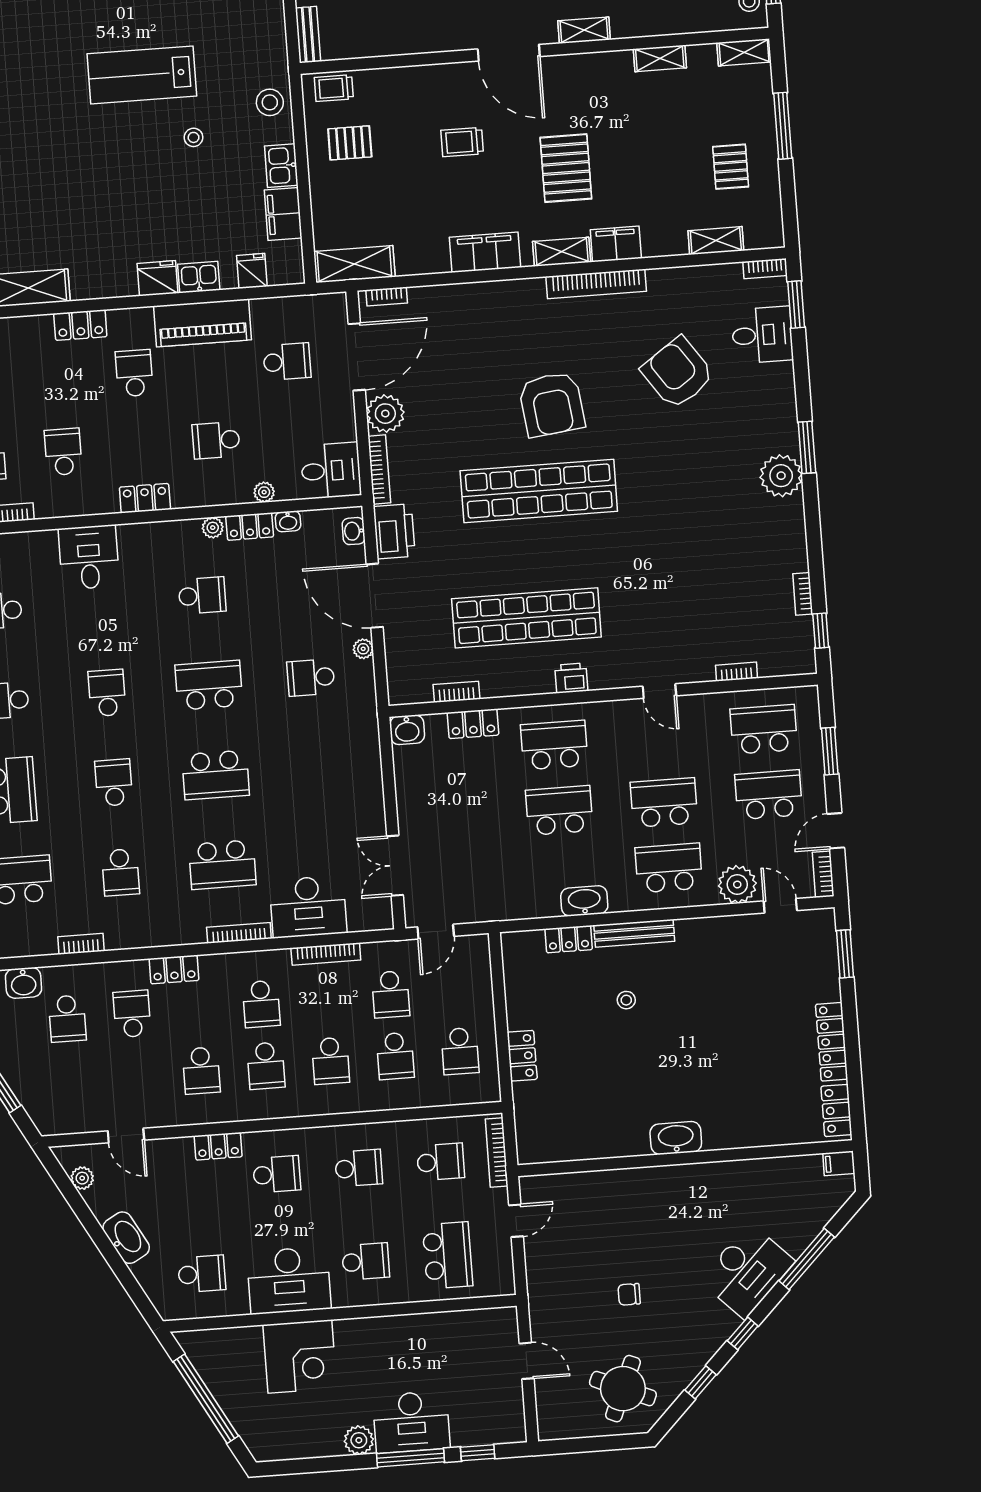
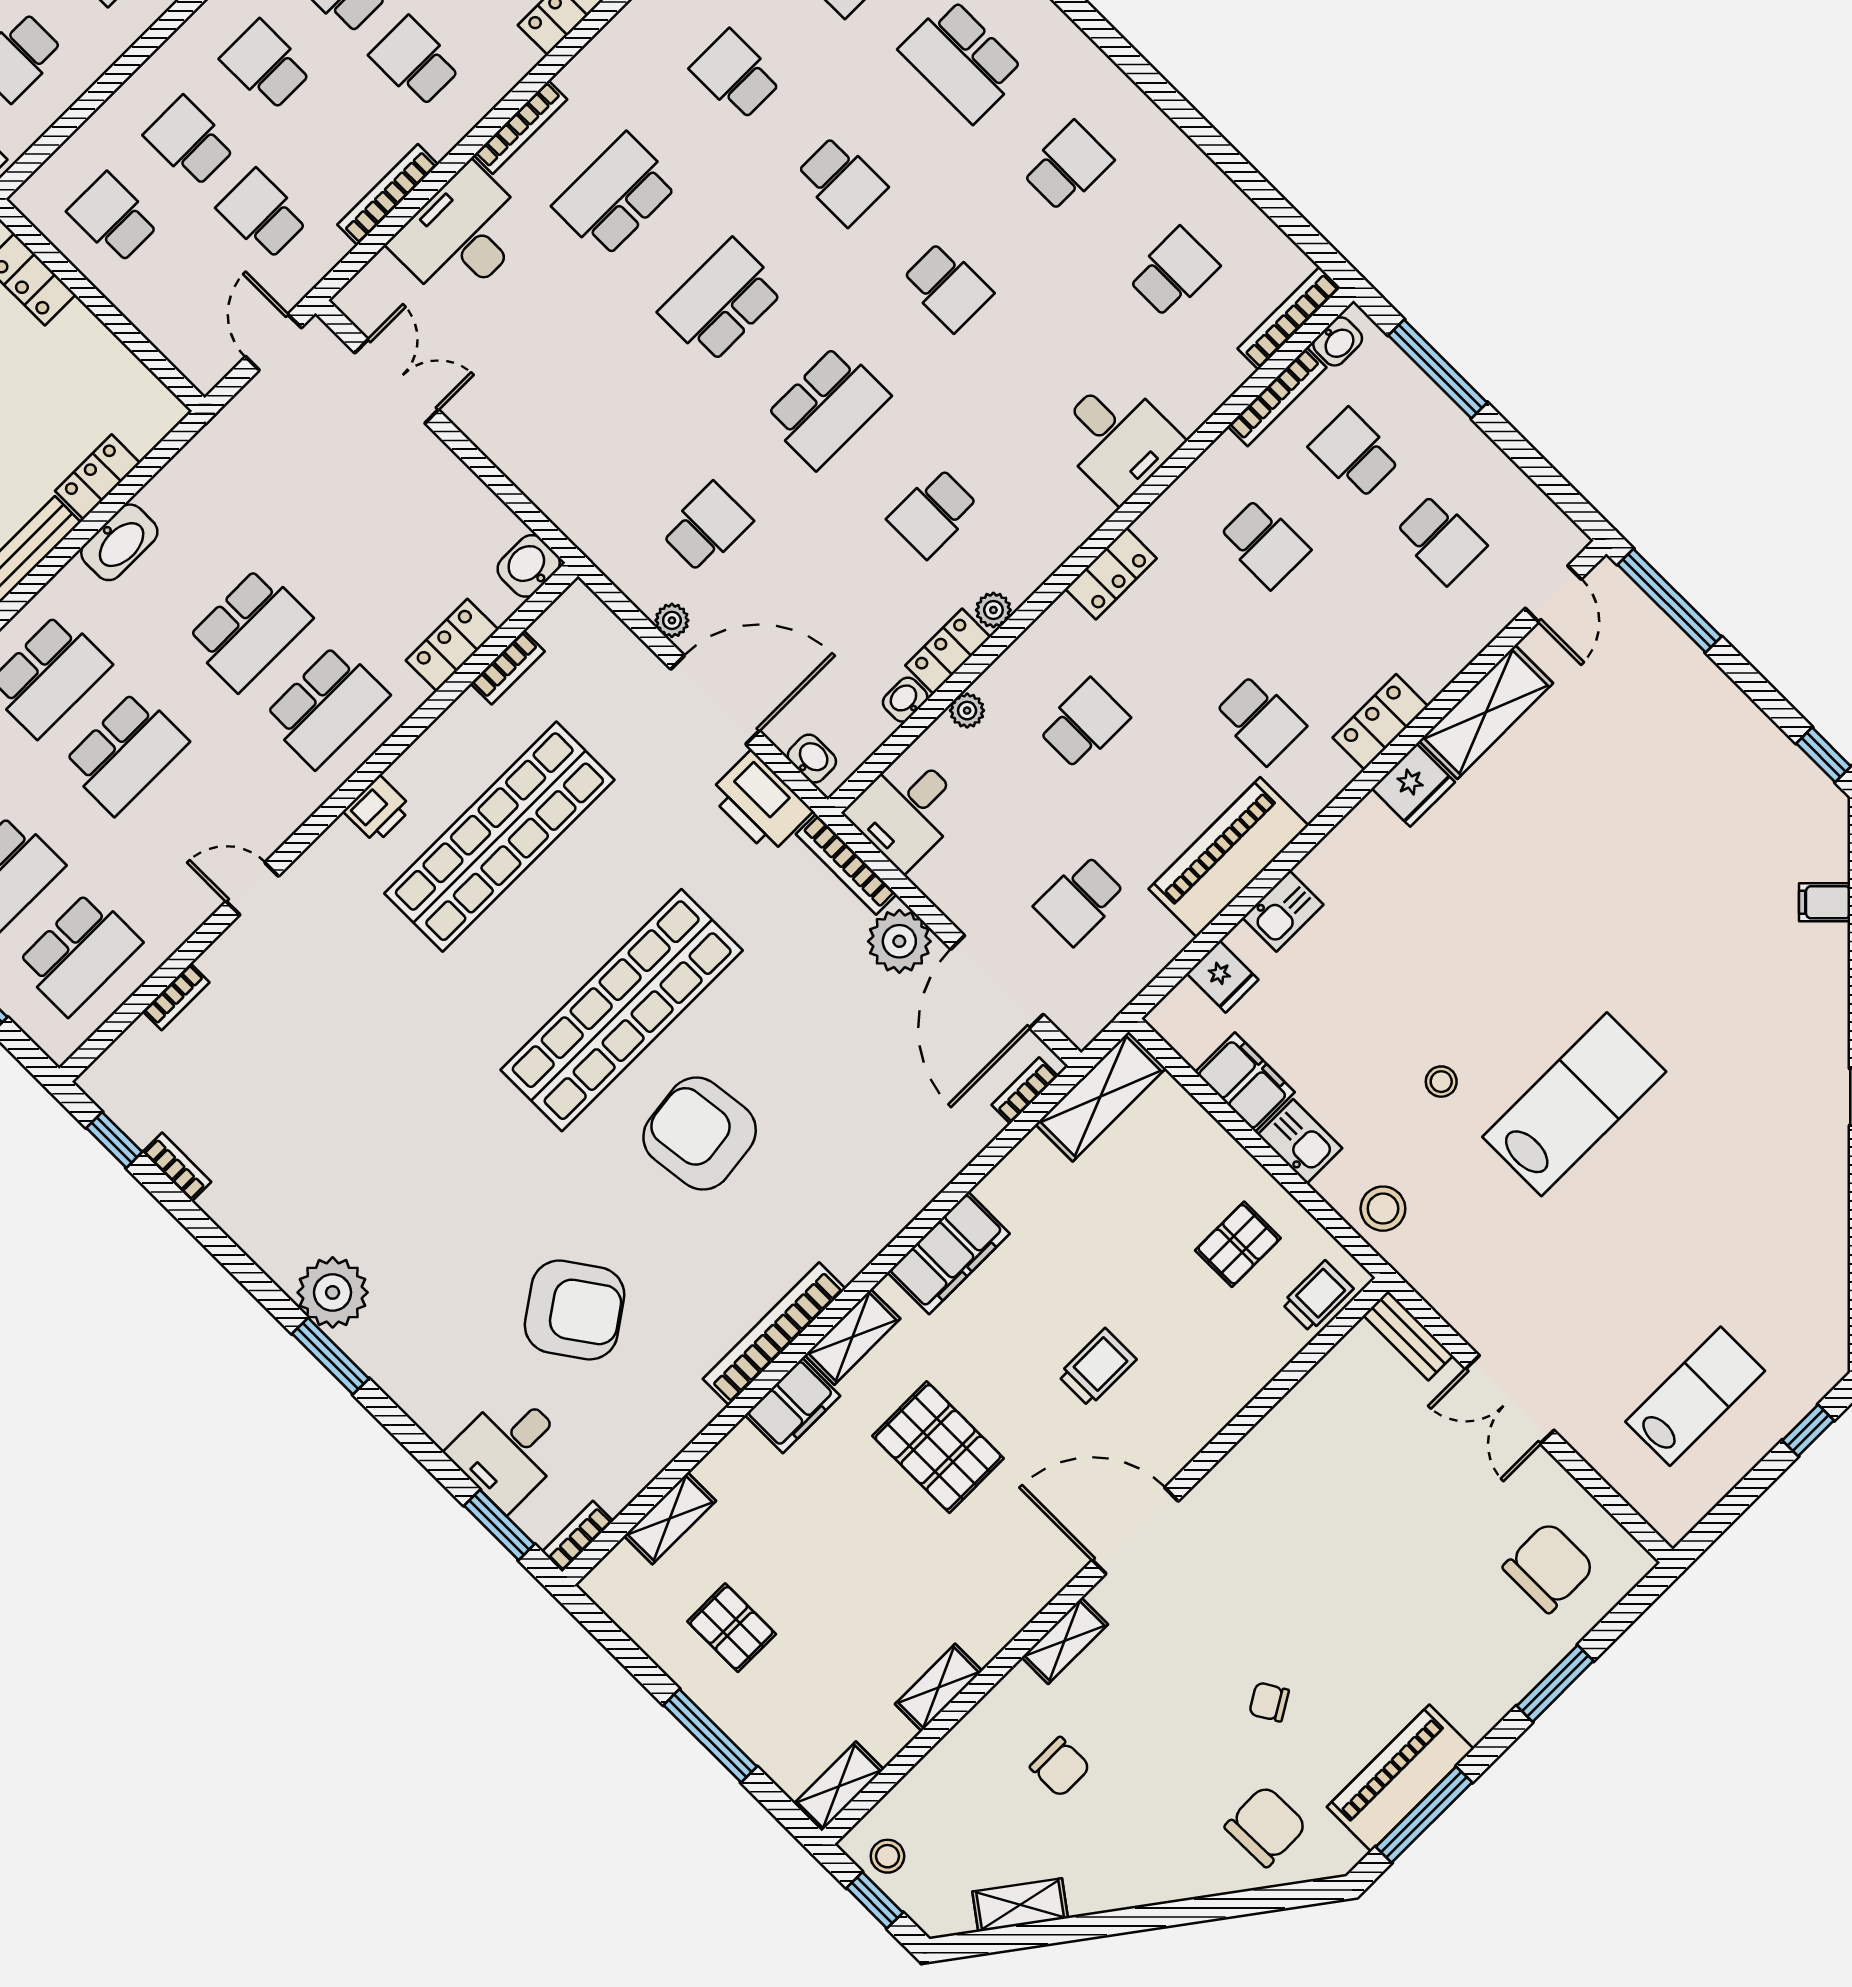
fridge: (157, 278) -> (1413, 785), moved

